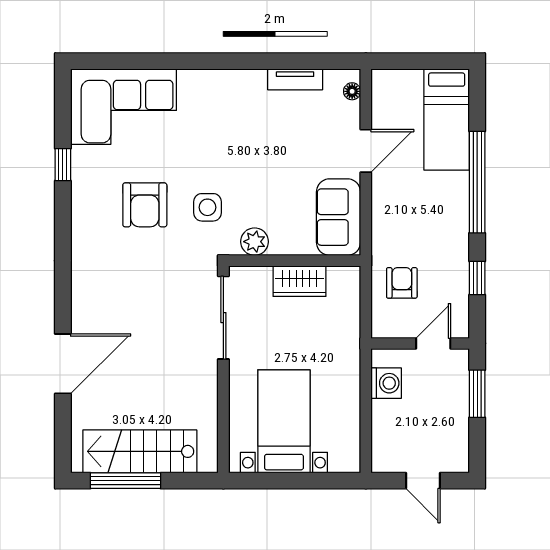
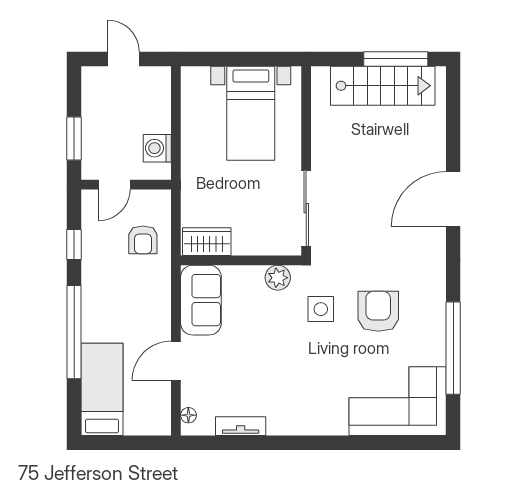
window: (63, 165) -> (453, 348), width x3.17
wardrobe: (299, 281) -> (207, 242), moved
door: (63, 364) -> (453, 199), moved

